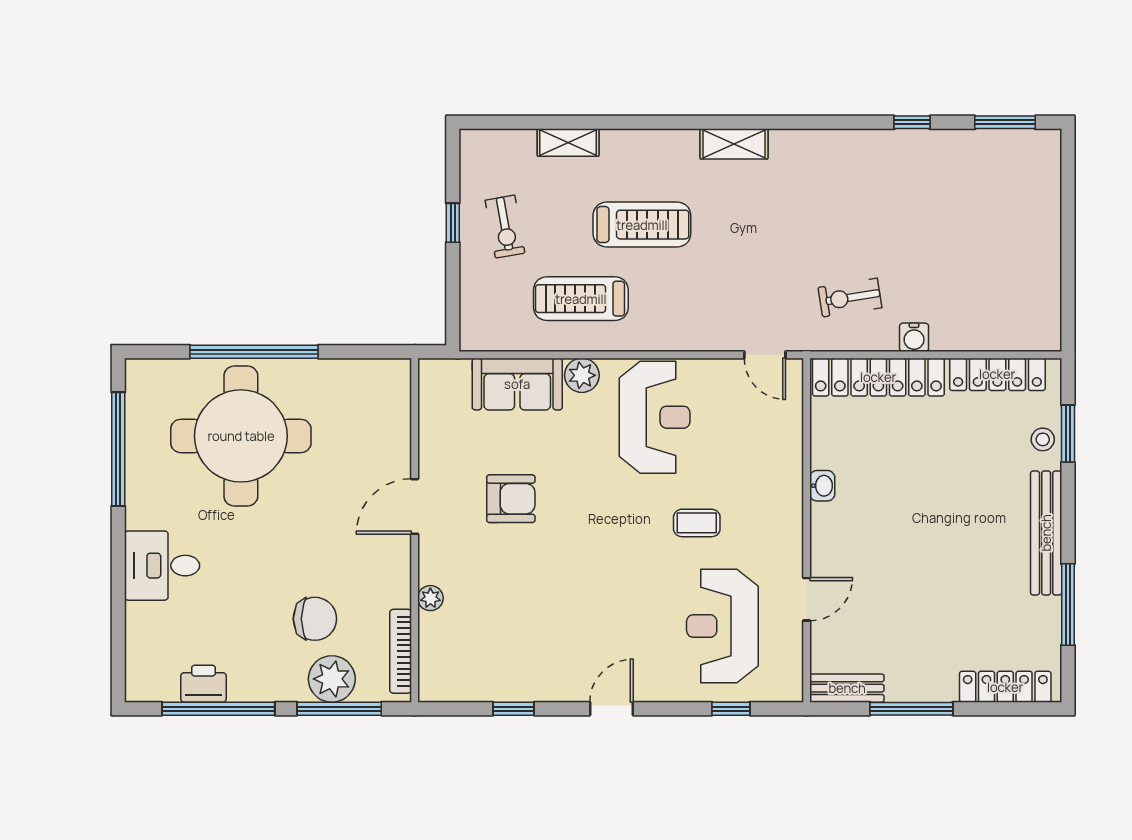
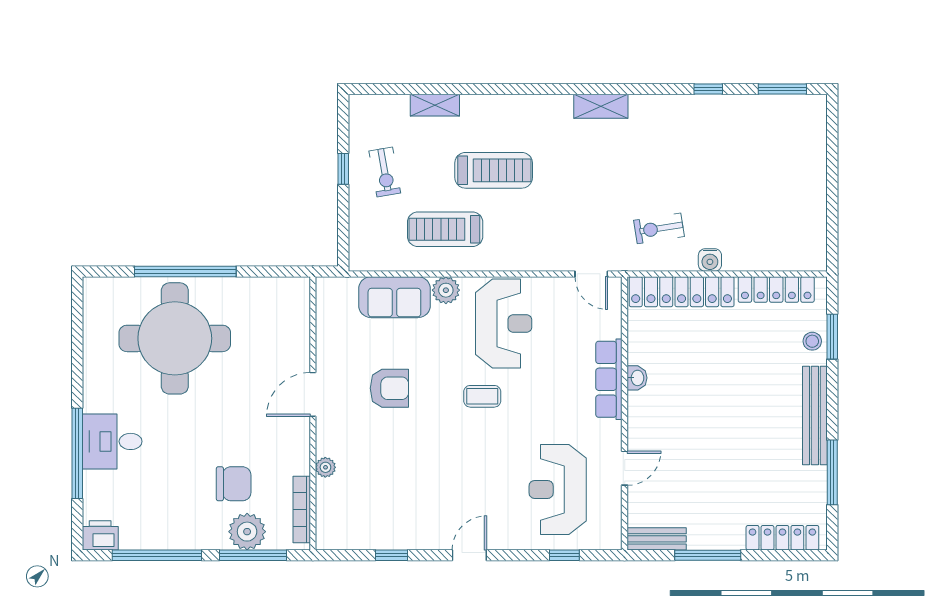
shelving: (734, 144) -> (601, 106), moved
window: (118, 449) -> (77, 453), moved
row of seats: (787, 487) -> (609, 379), added
coffee table: (697, 523) -> (482, 396), moved
printer: (203, 684) -> (100, 535), moved

